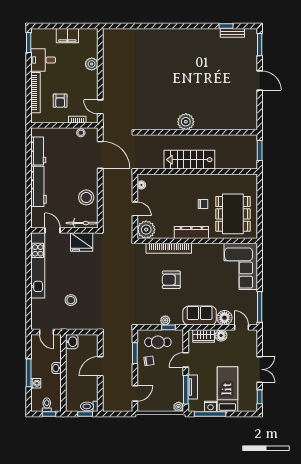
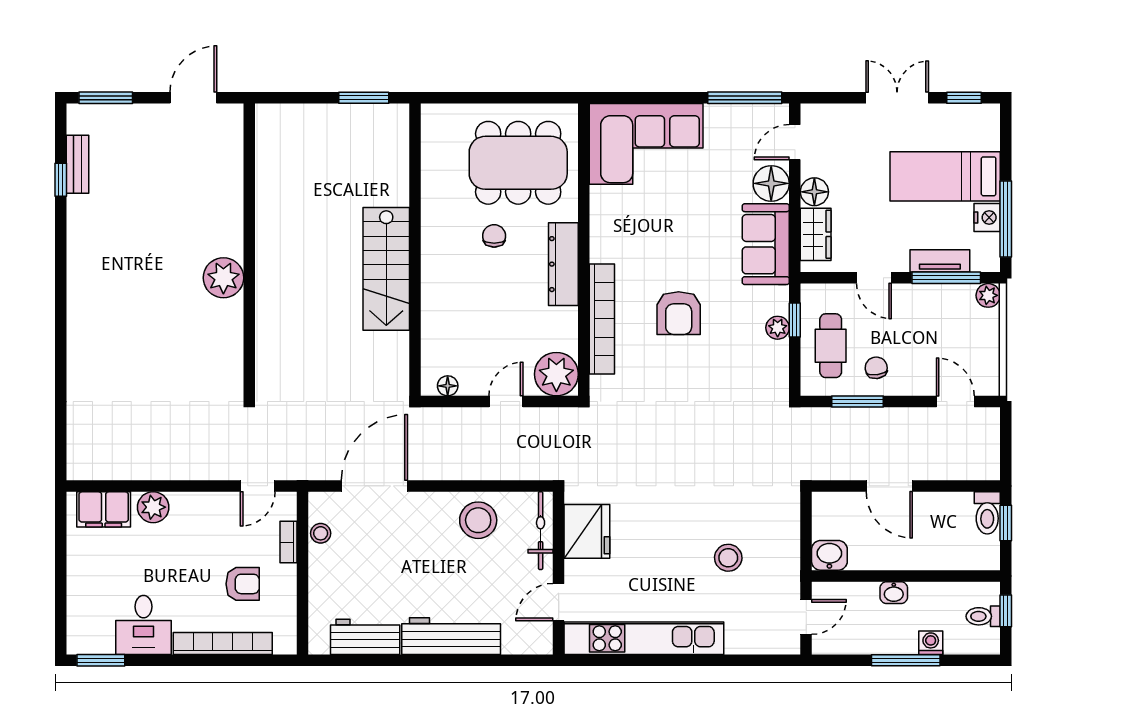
filing cabinet: (67, 36) -> (104, 509), moved, turned 90
plant: (186, 122) -> (223, 278), moved
wall: (197, 132) -> (249, 250), moved

